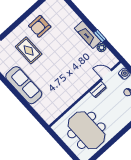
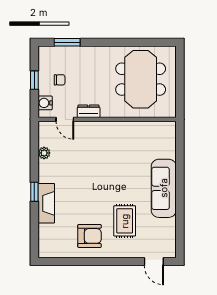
fireplace: (88, 35) -> (46, 203), moved
window: (100, 36) -> (34, 192), moved

